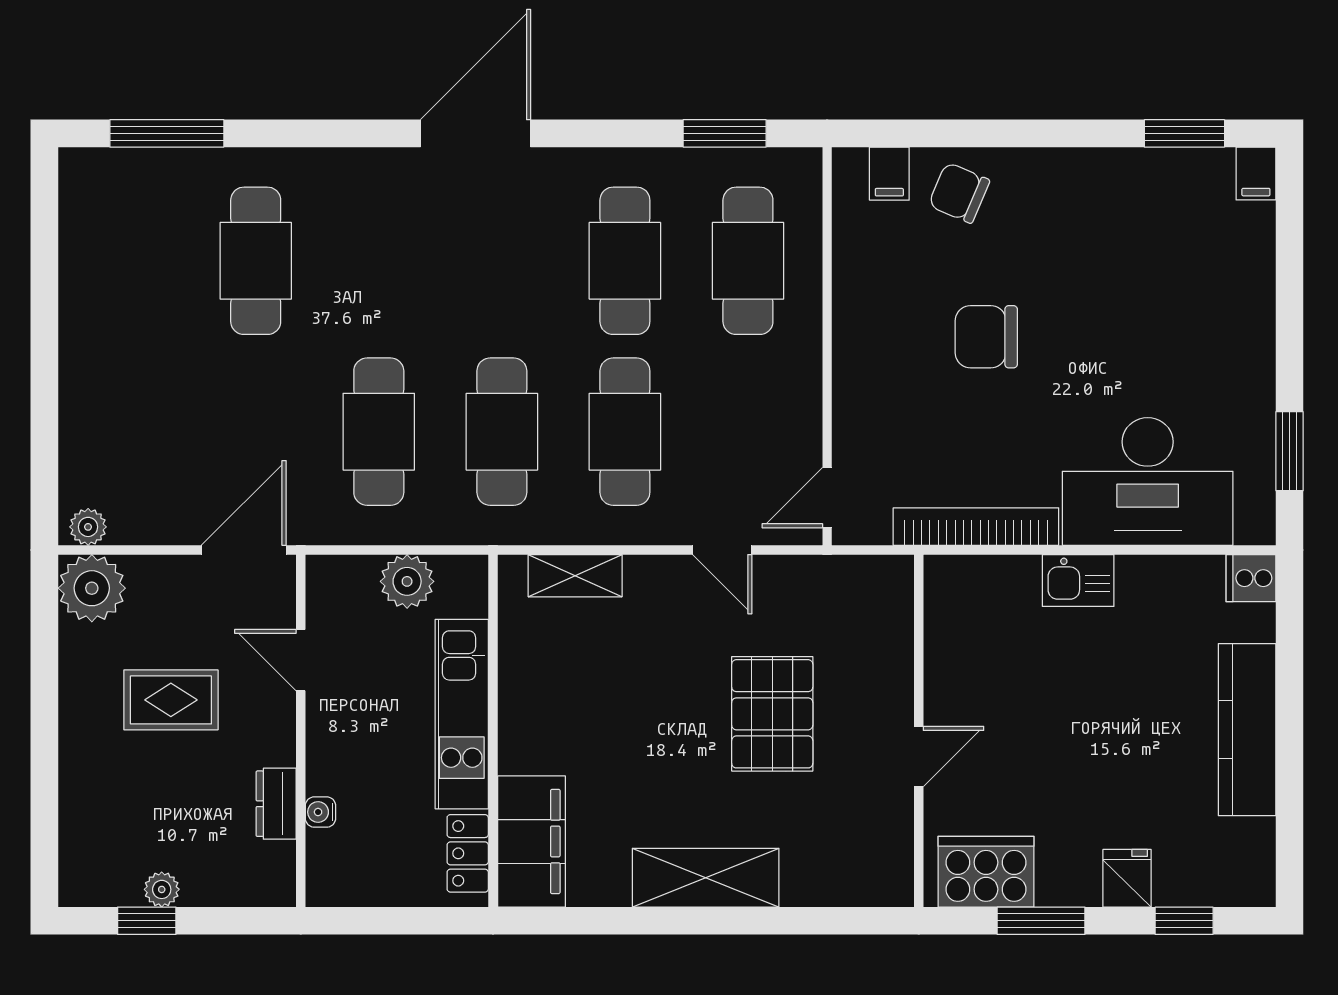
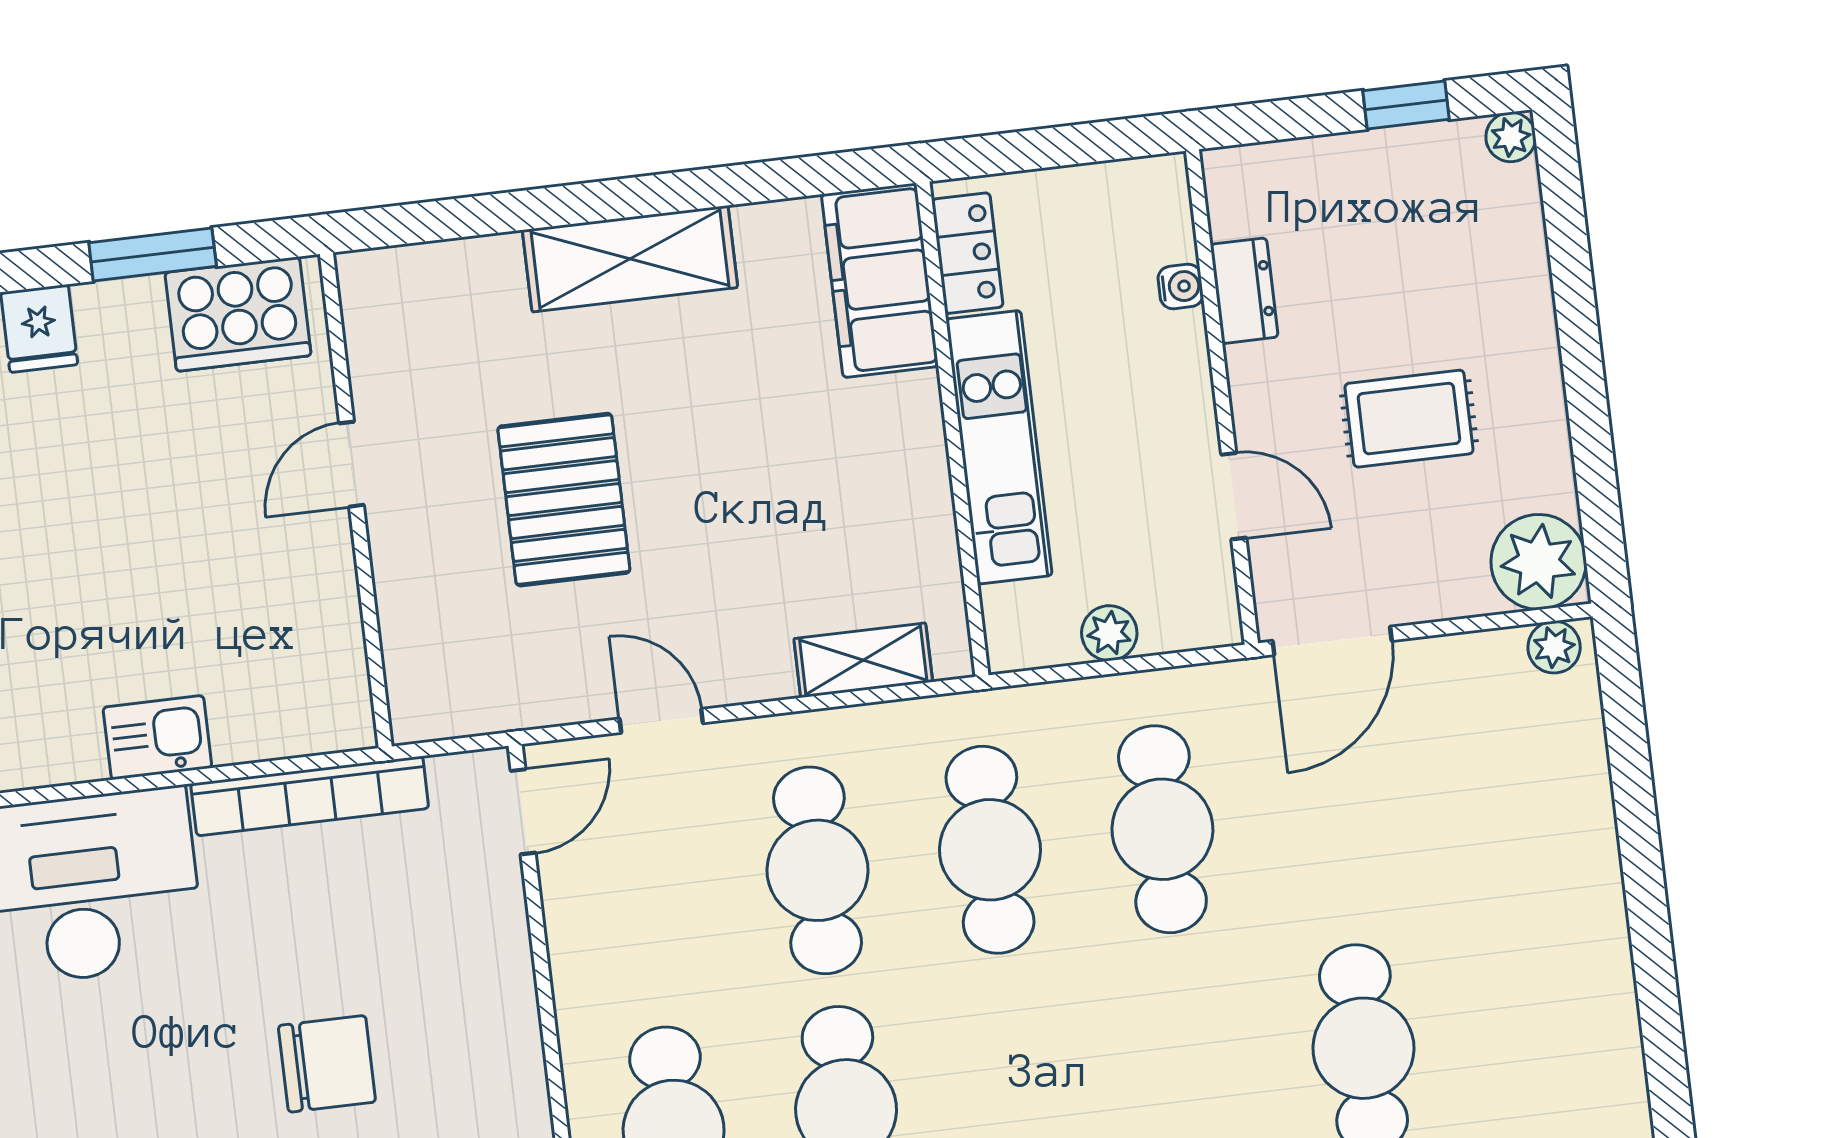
plant: (407, 581) -> (1109, 633), width x0.73, depth x0.73
plant: (162, 889) -> (1511, 137), moved

